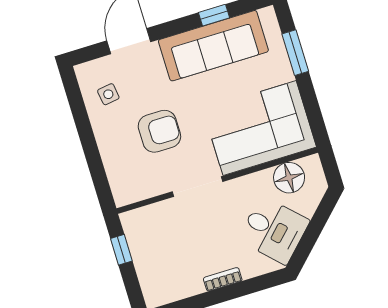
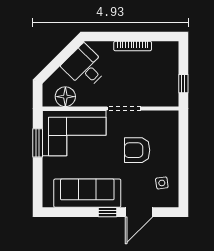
window: (214, 15) -> (108, 212), moved
window: (295, 53) -> (38, 143), moved
bookcase: (223, 279) -> (133, 46), width x1.56

